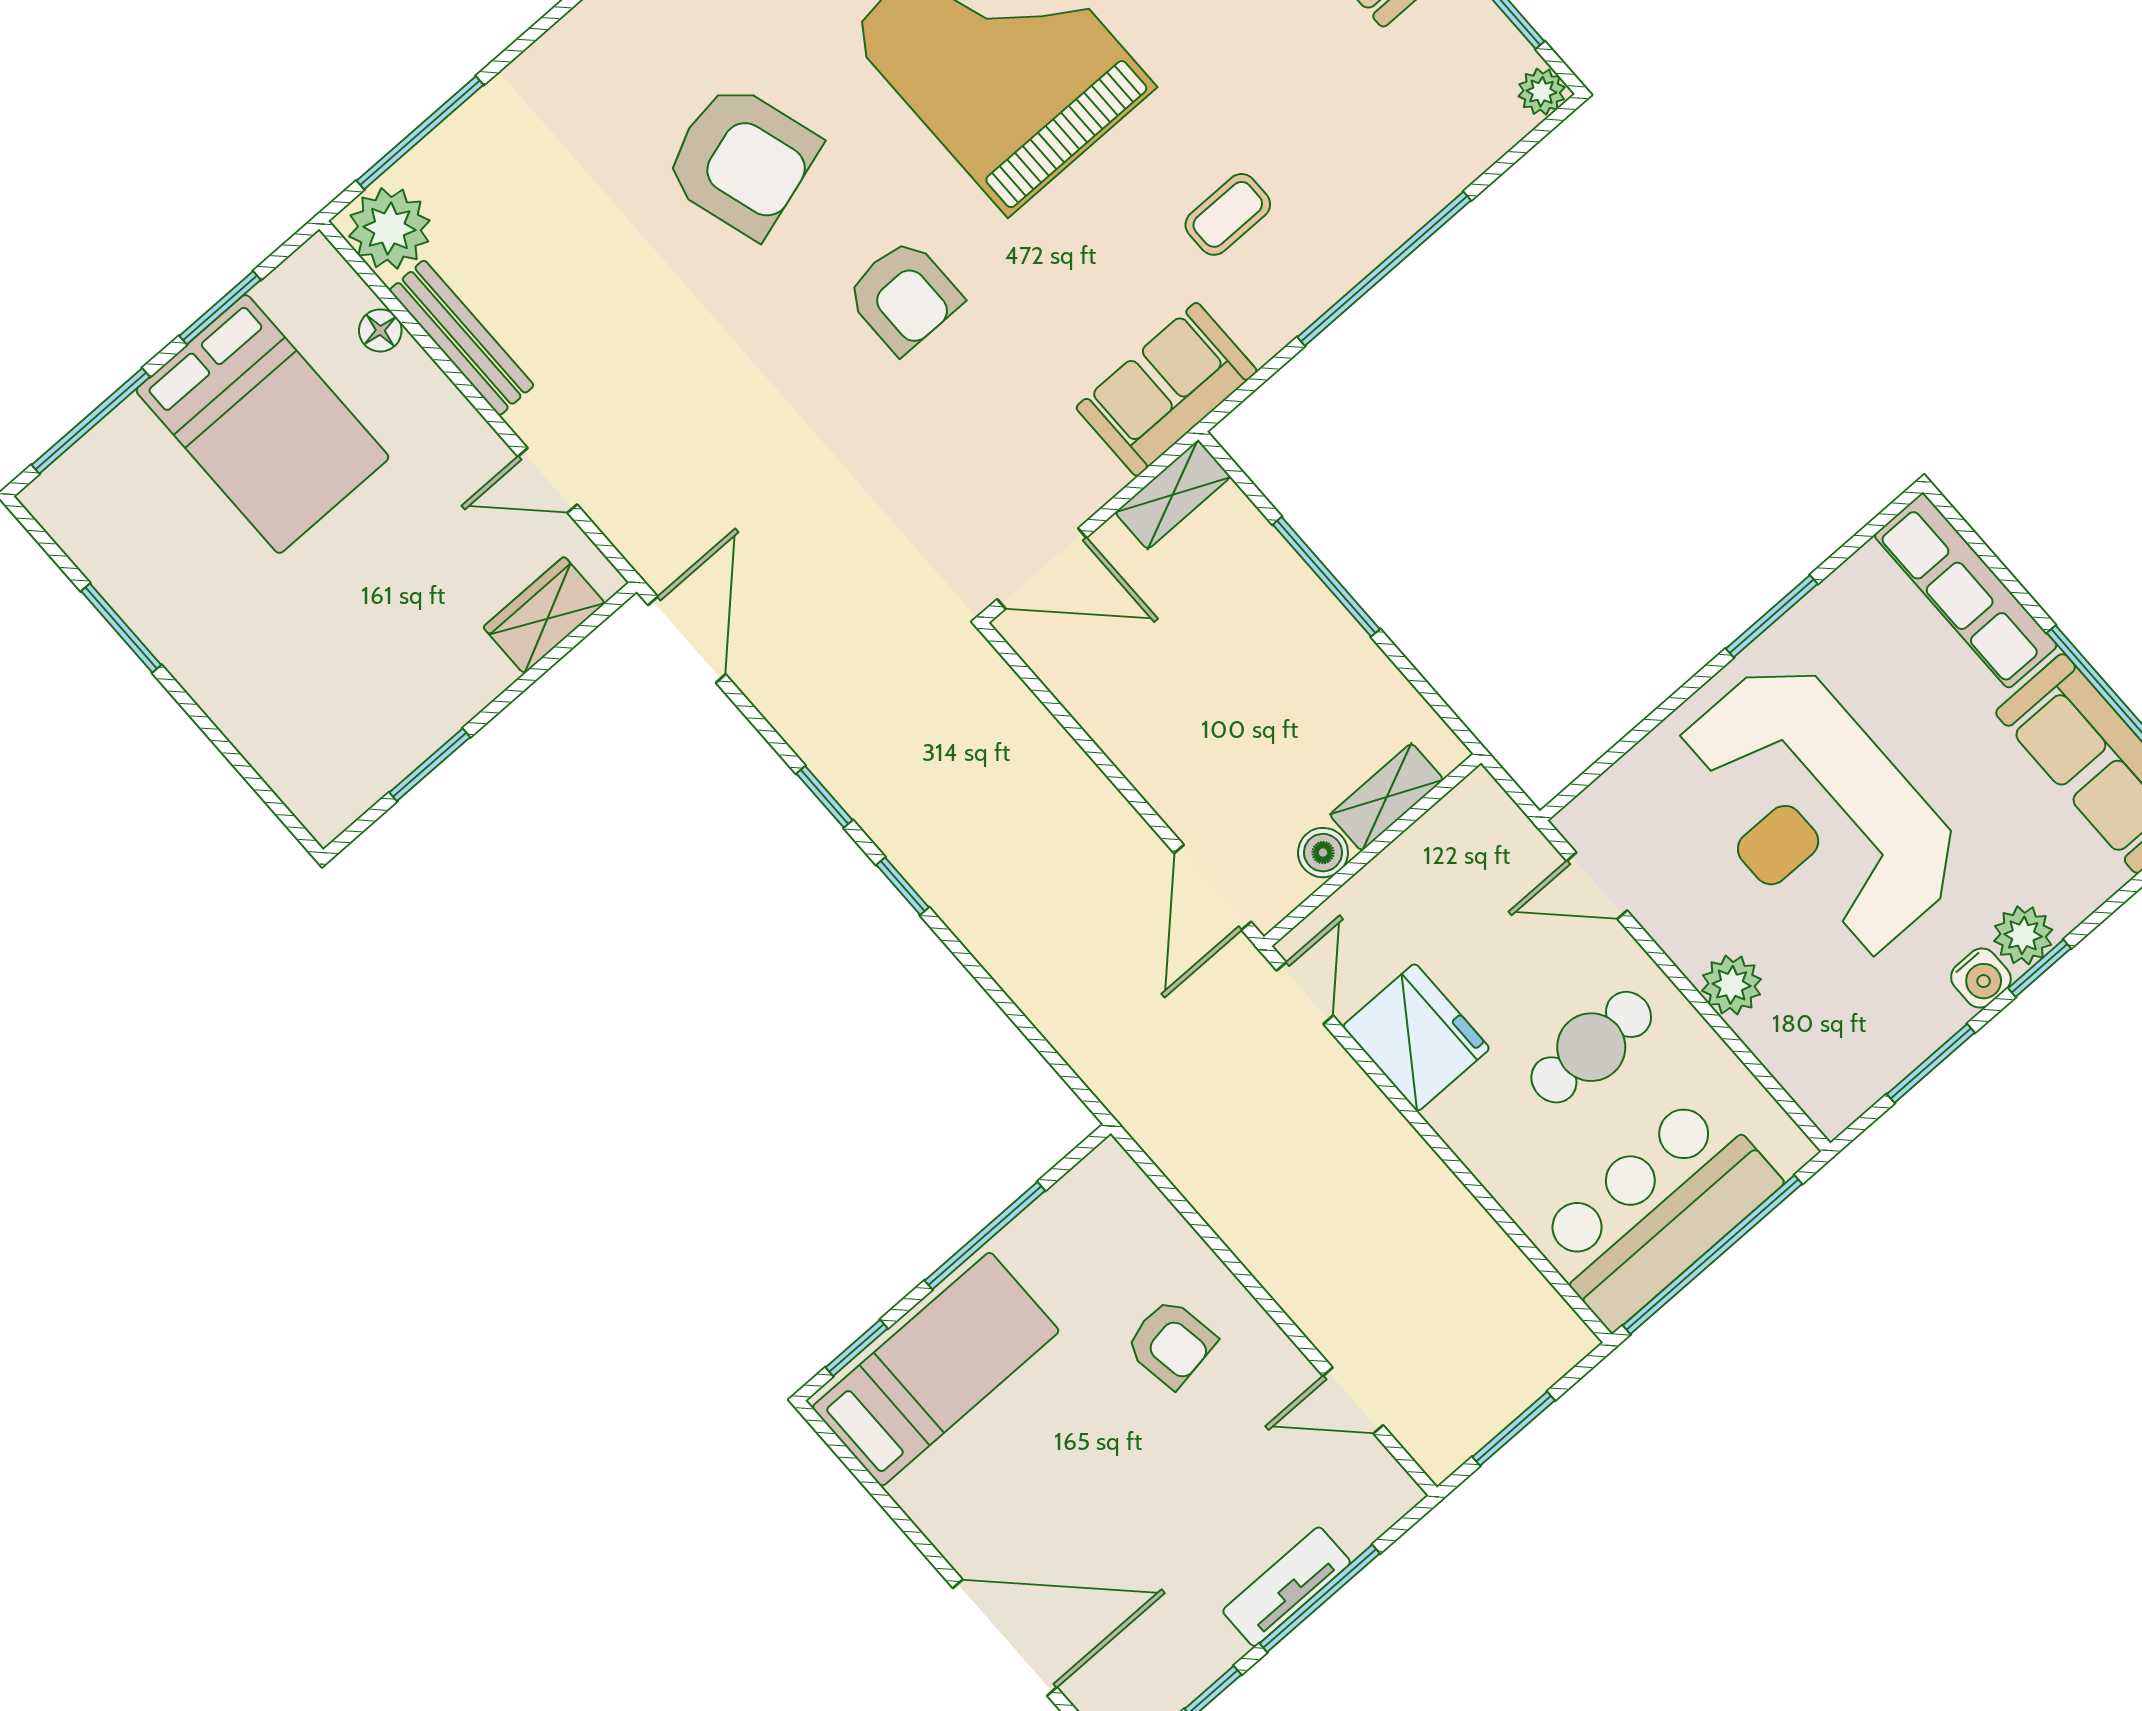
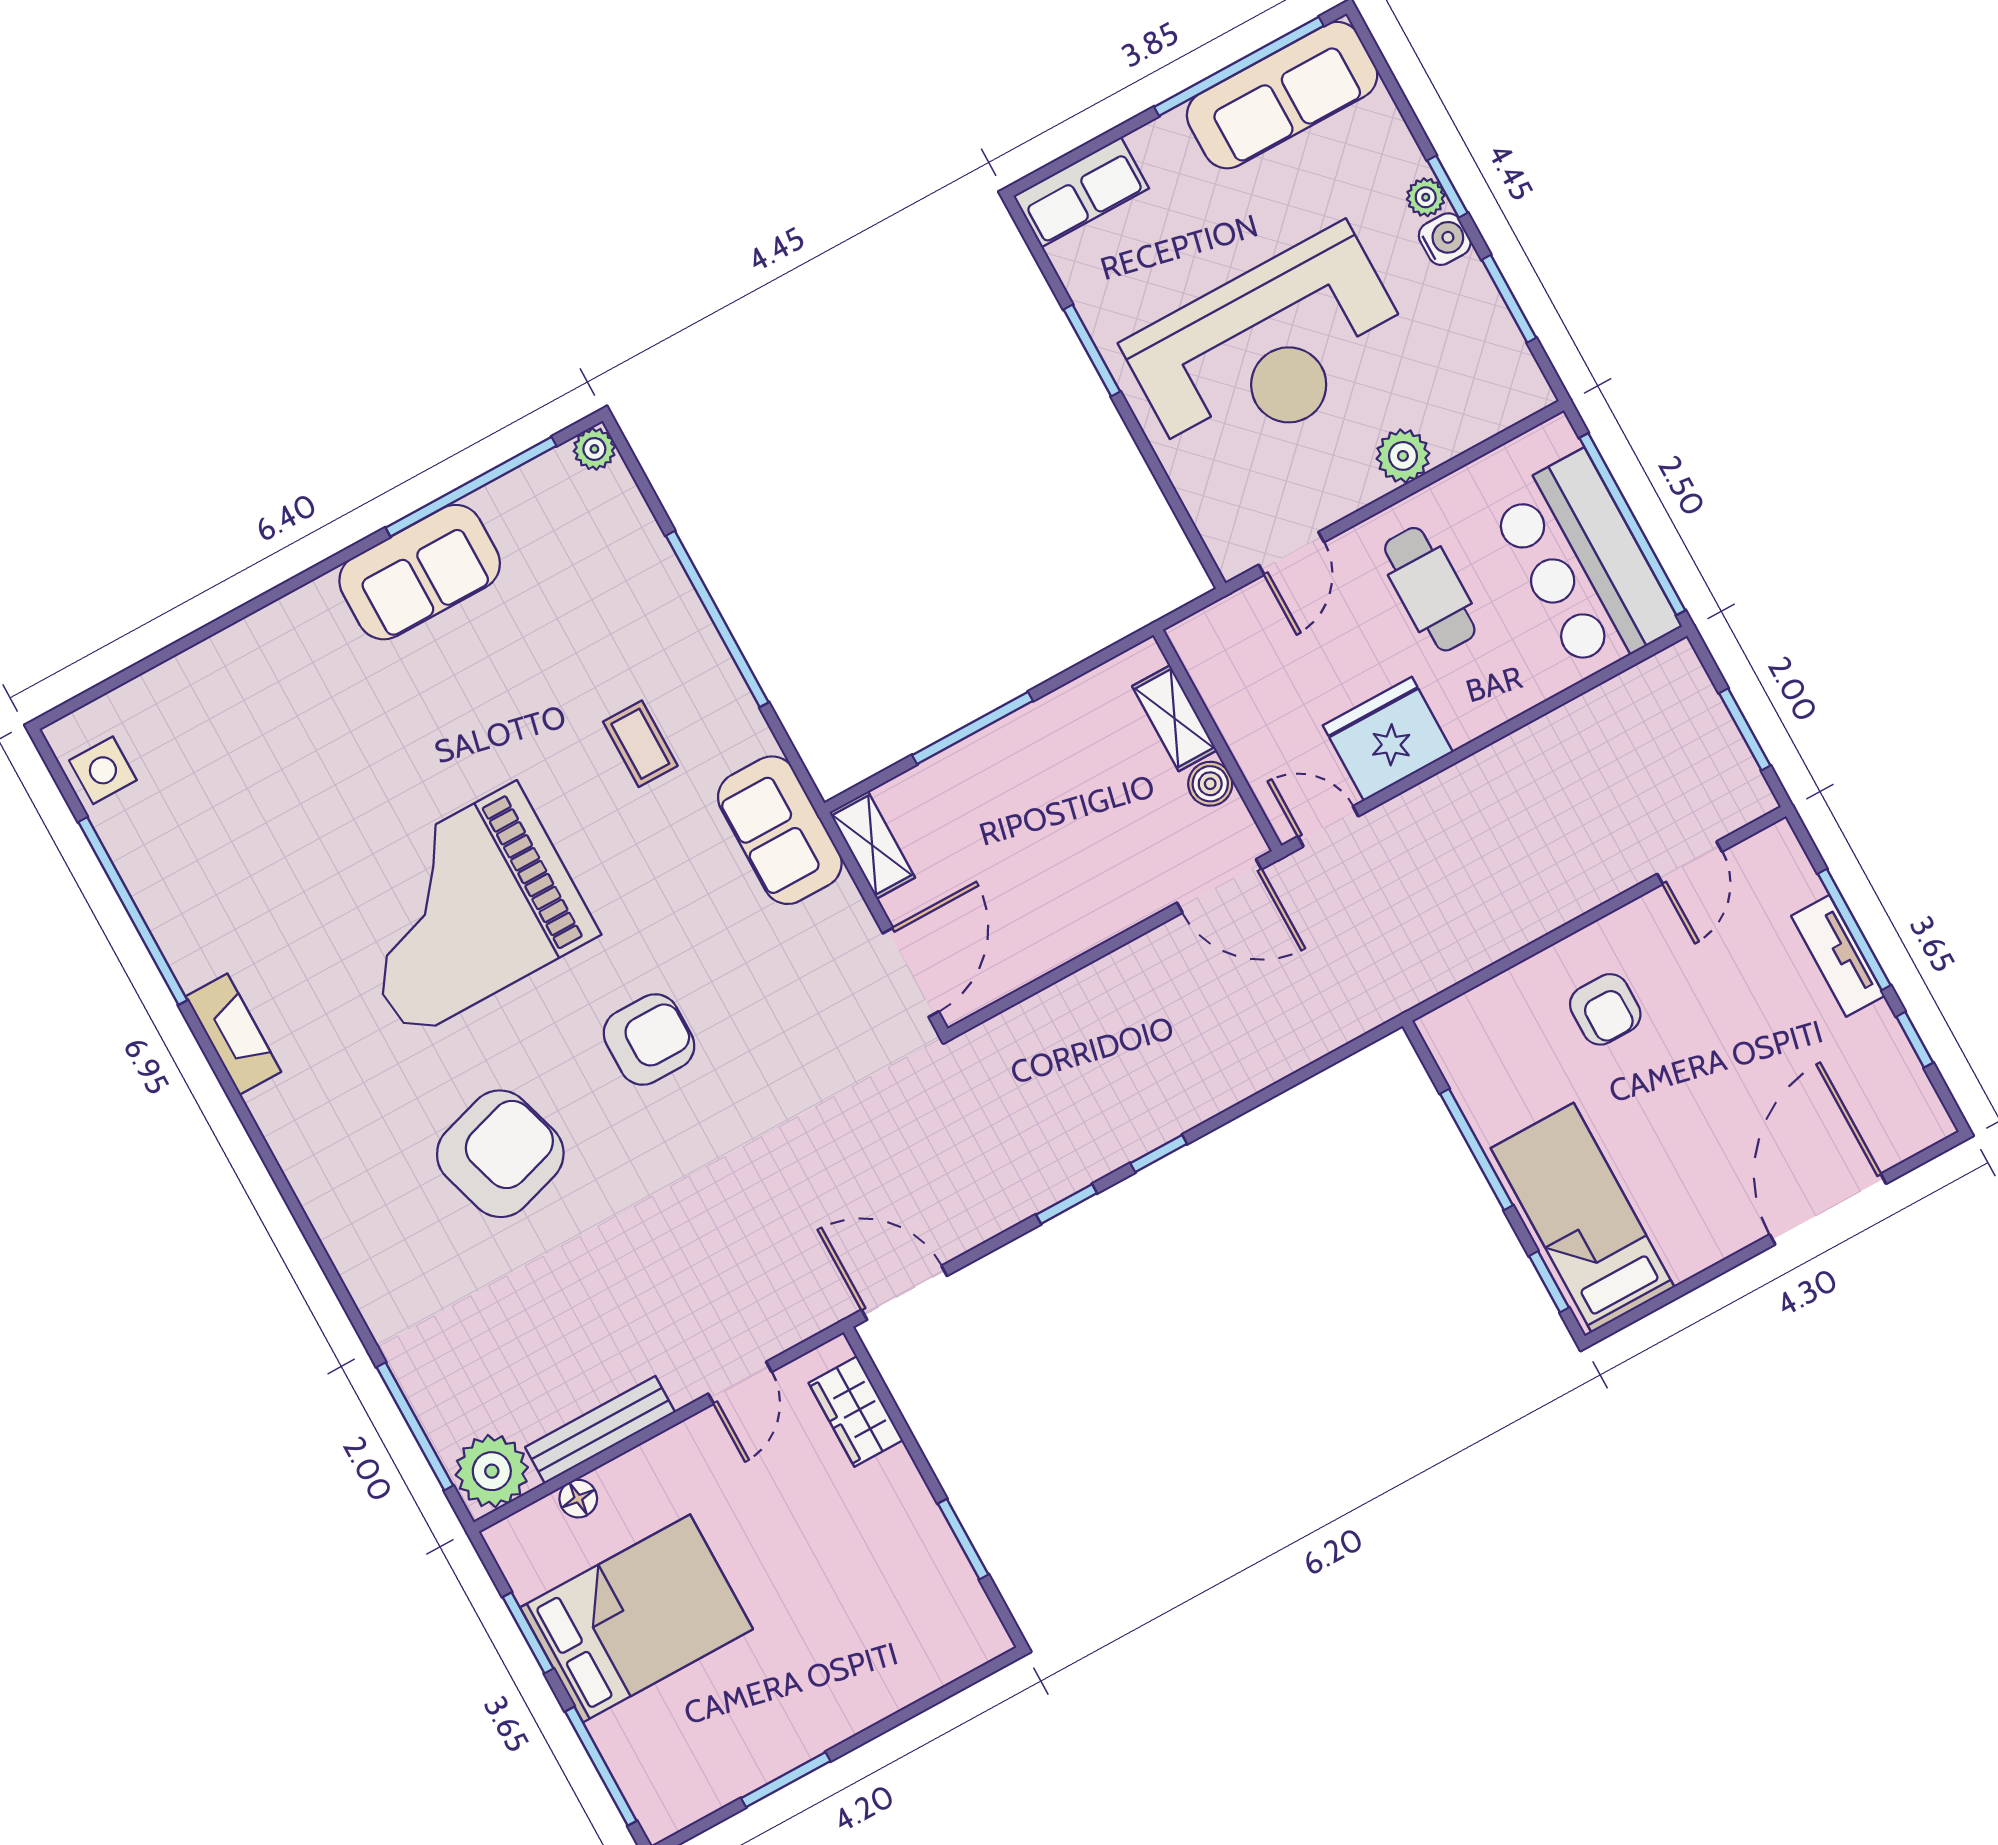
row of seats: (1966, 591) -> (1081, 192), width x0.68
plant: (2023, 935) -> (1426, 197), width x0.73, depth x0.73
armchair: (1171, 1343) -> (1605, 1009), turned 99

